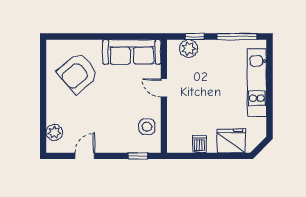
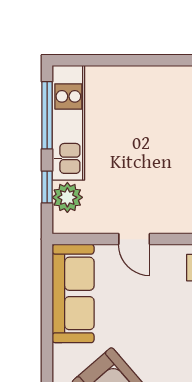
kitchen unit: (257, 83) -> (68, 123), moved, turned -90
door: (164, 88) -> (134, 239), hinge flipped

